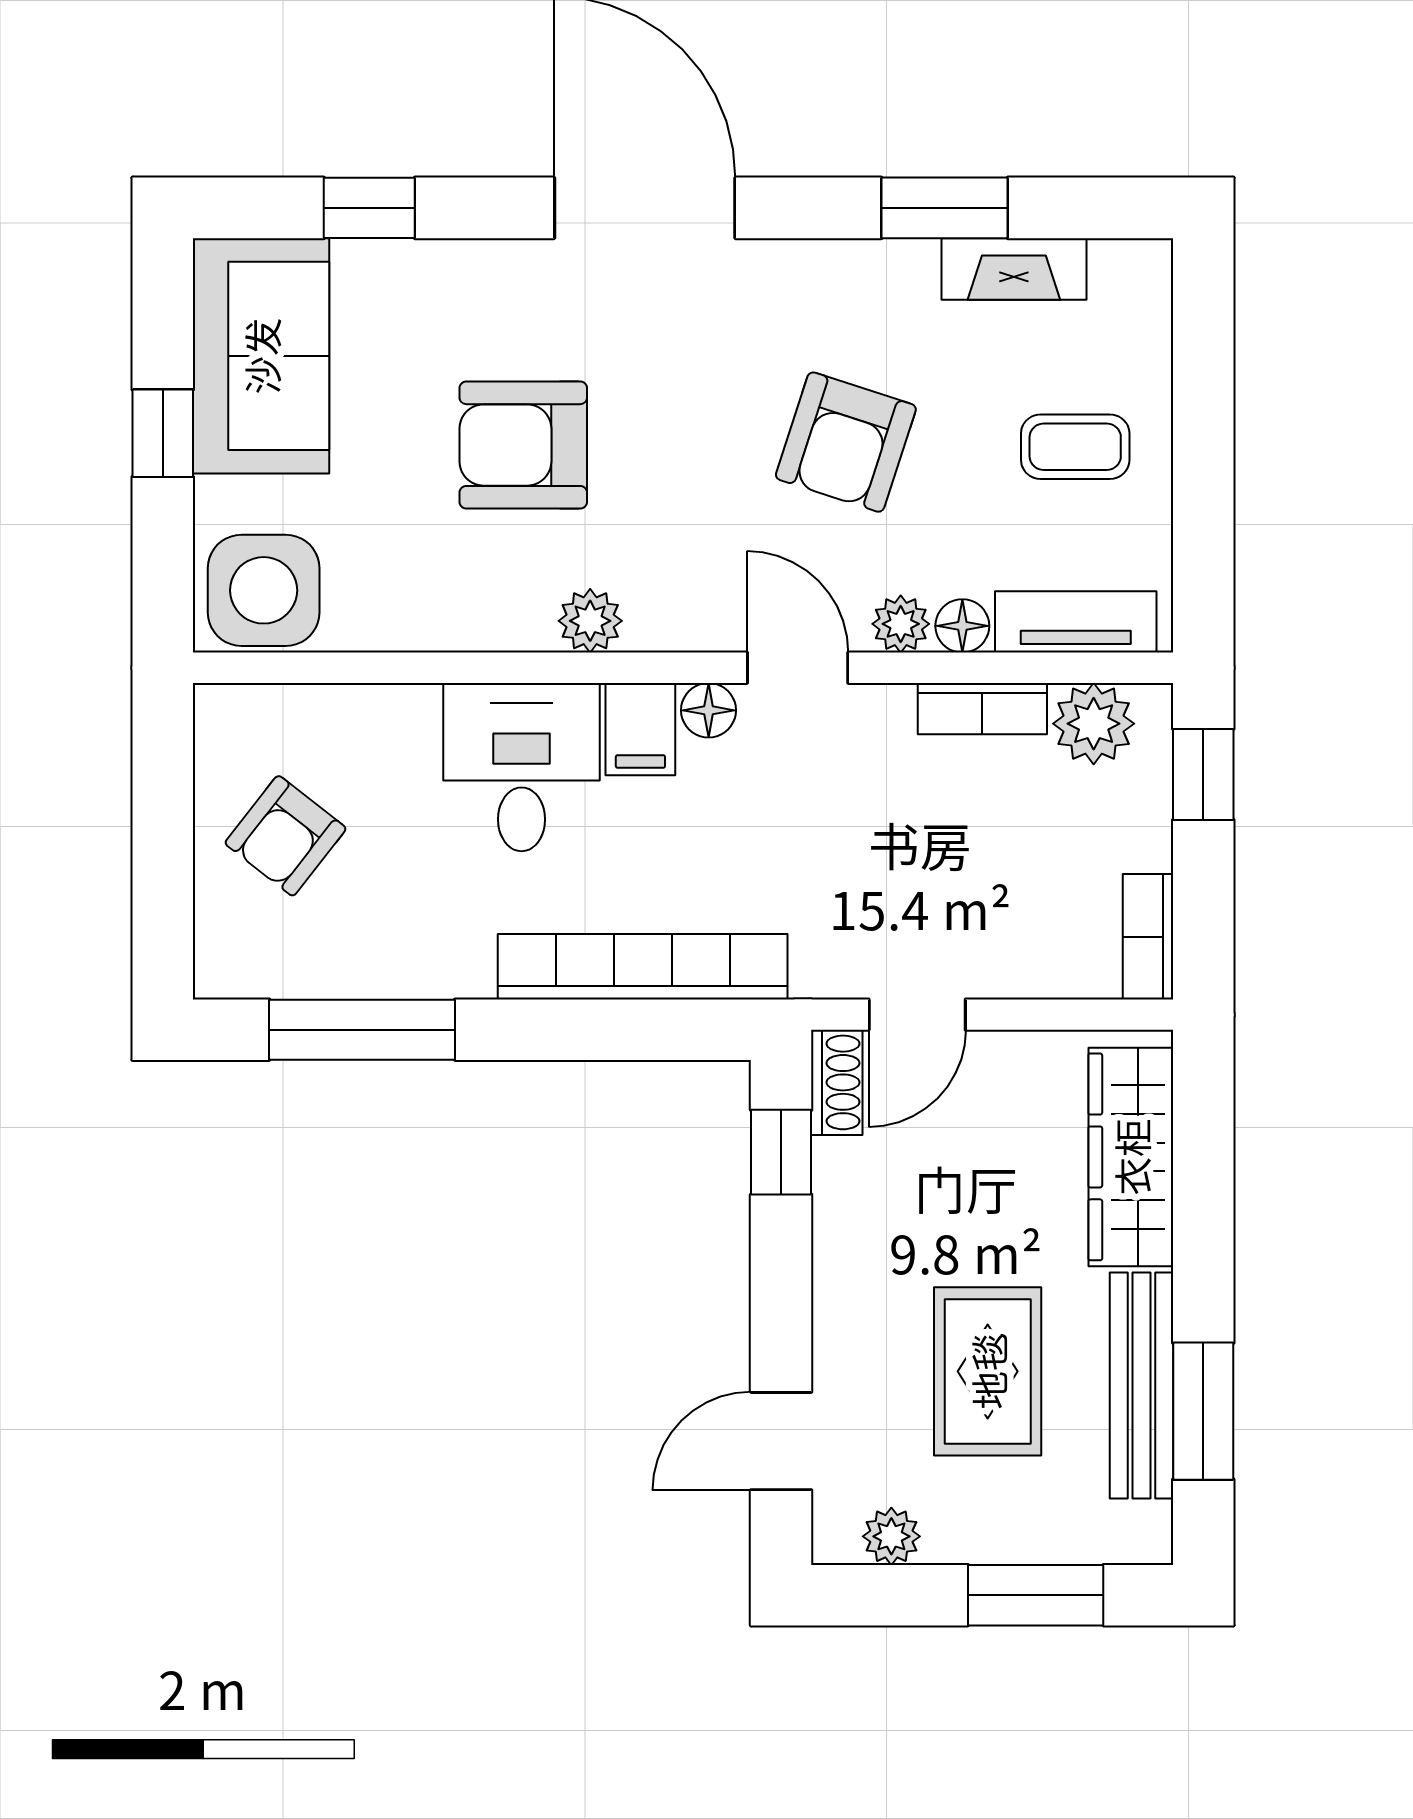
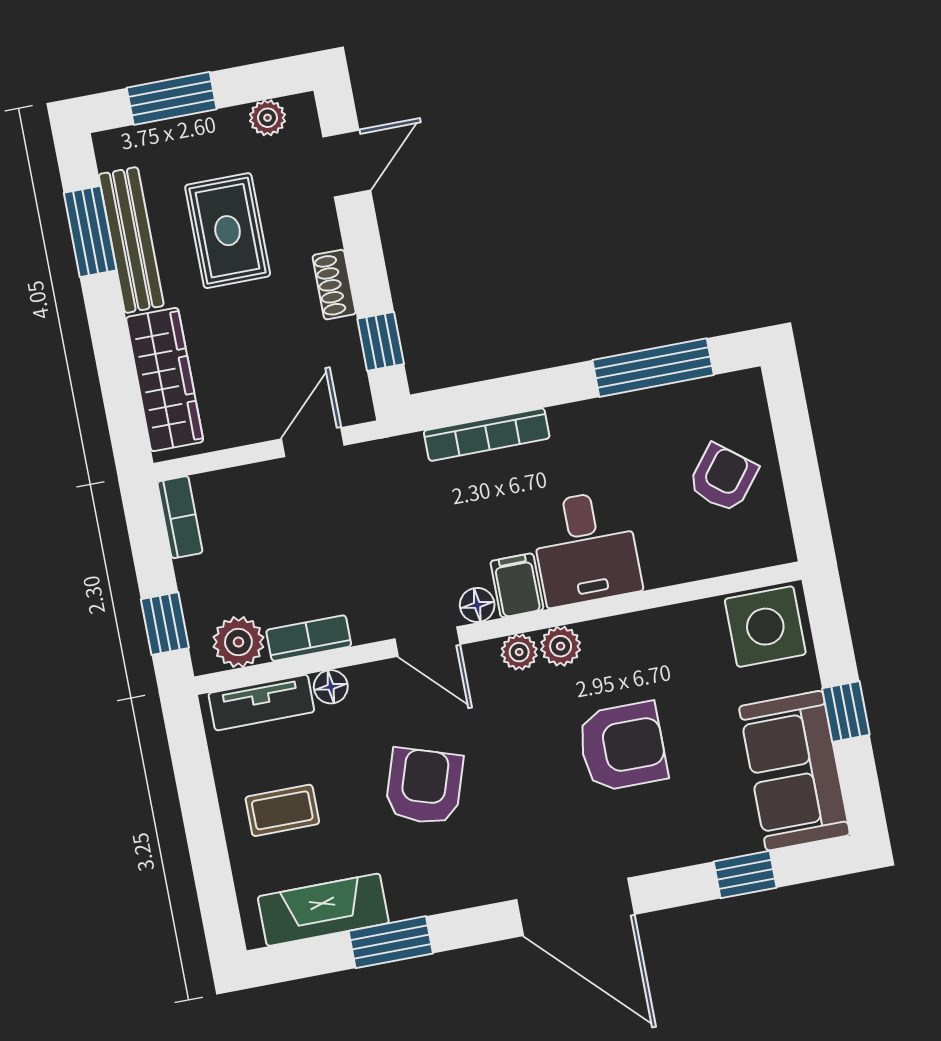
fireplace: (1014, 269) -> (323, 910), width x1.37, depth x1.32
plant: (901, 624) -> (519, 652), moved
bookcase: (643, 967) -> (487, 435), width x0.68, depth x0.76
shoe rack: (837, 1082) -> (334, 285), moved

